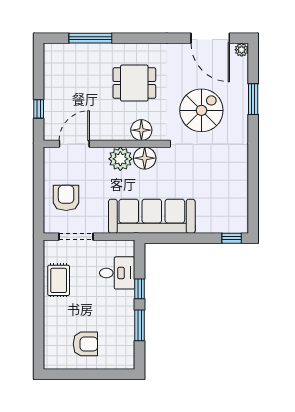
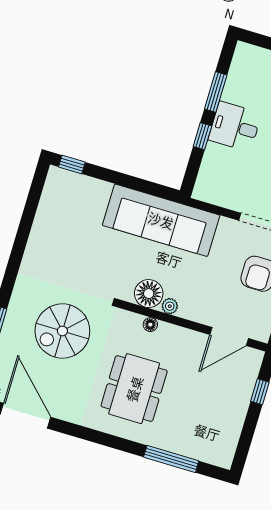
dining table: (134, 83) -> (134, 389), width x1.38
floor lamp: (141, 130) -> (150, 325), width x0.53, depth x0.53
plant: (120, 159) -> (170, 306), width x0.53, depth x0.53
desk: (117, 273) -> (235, 126), moved

